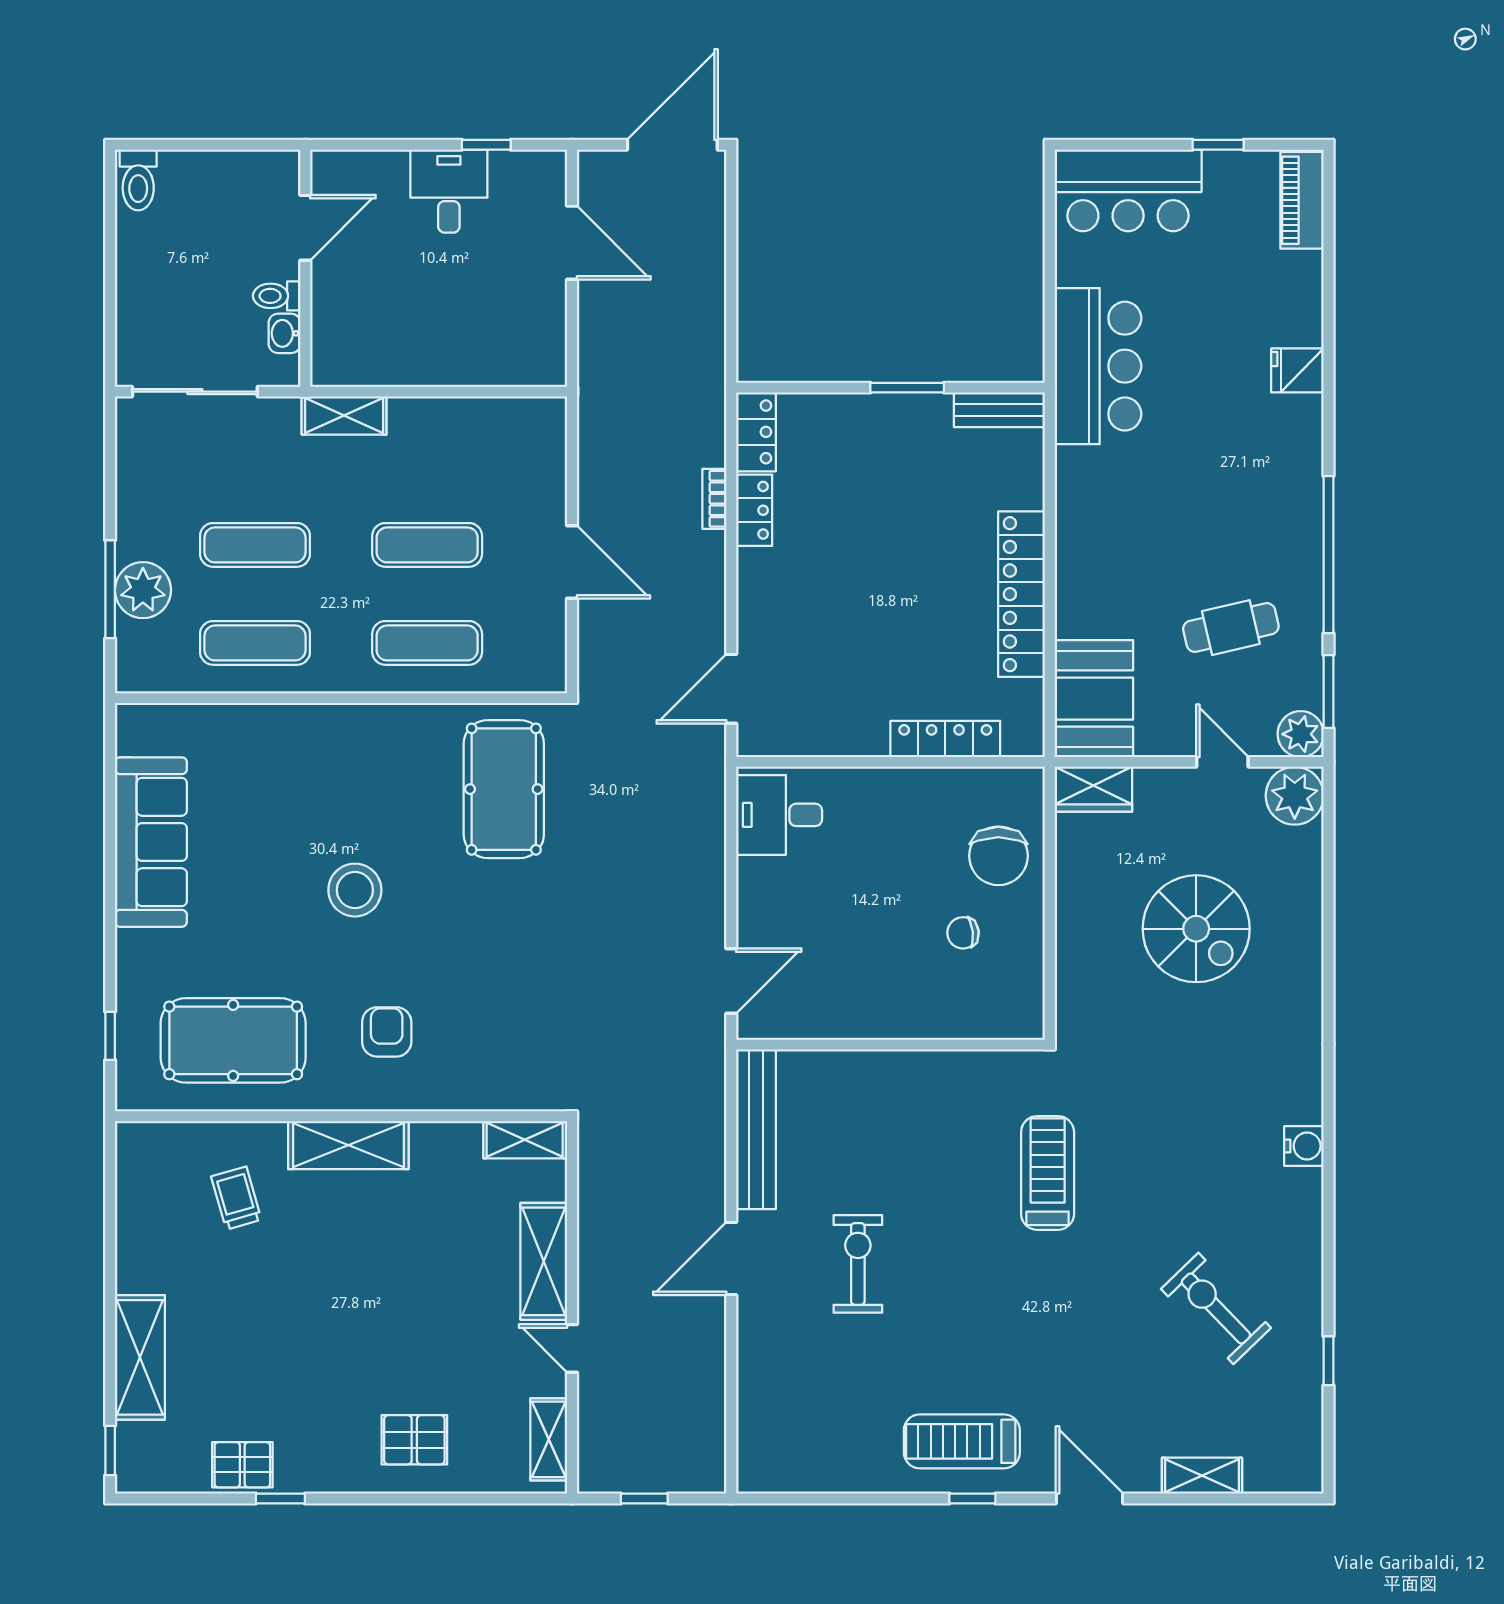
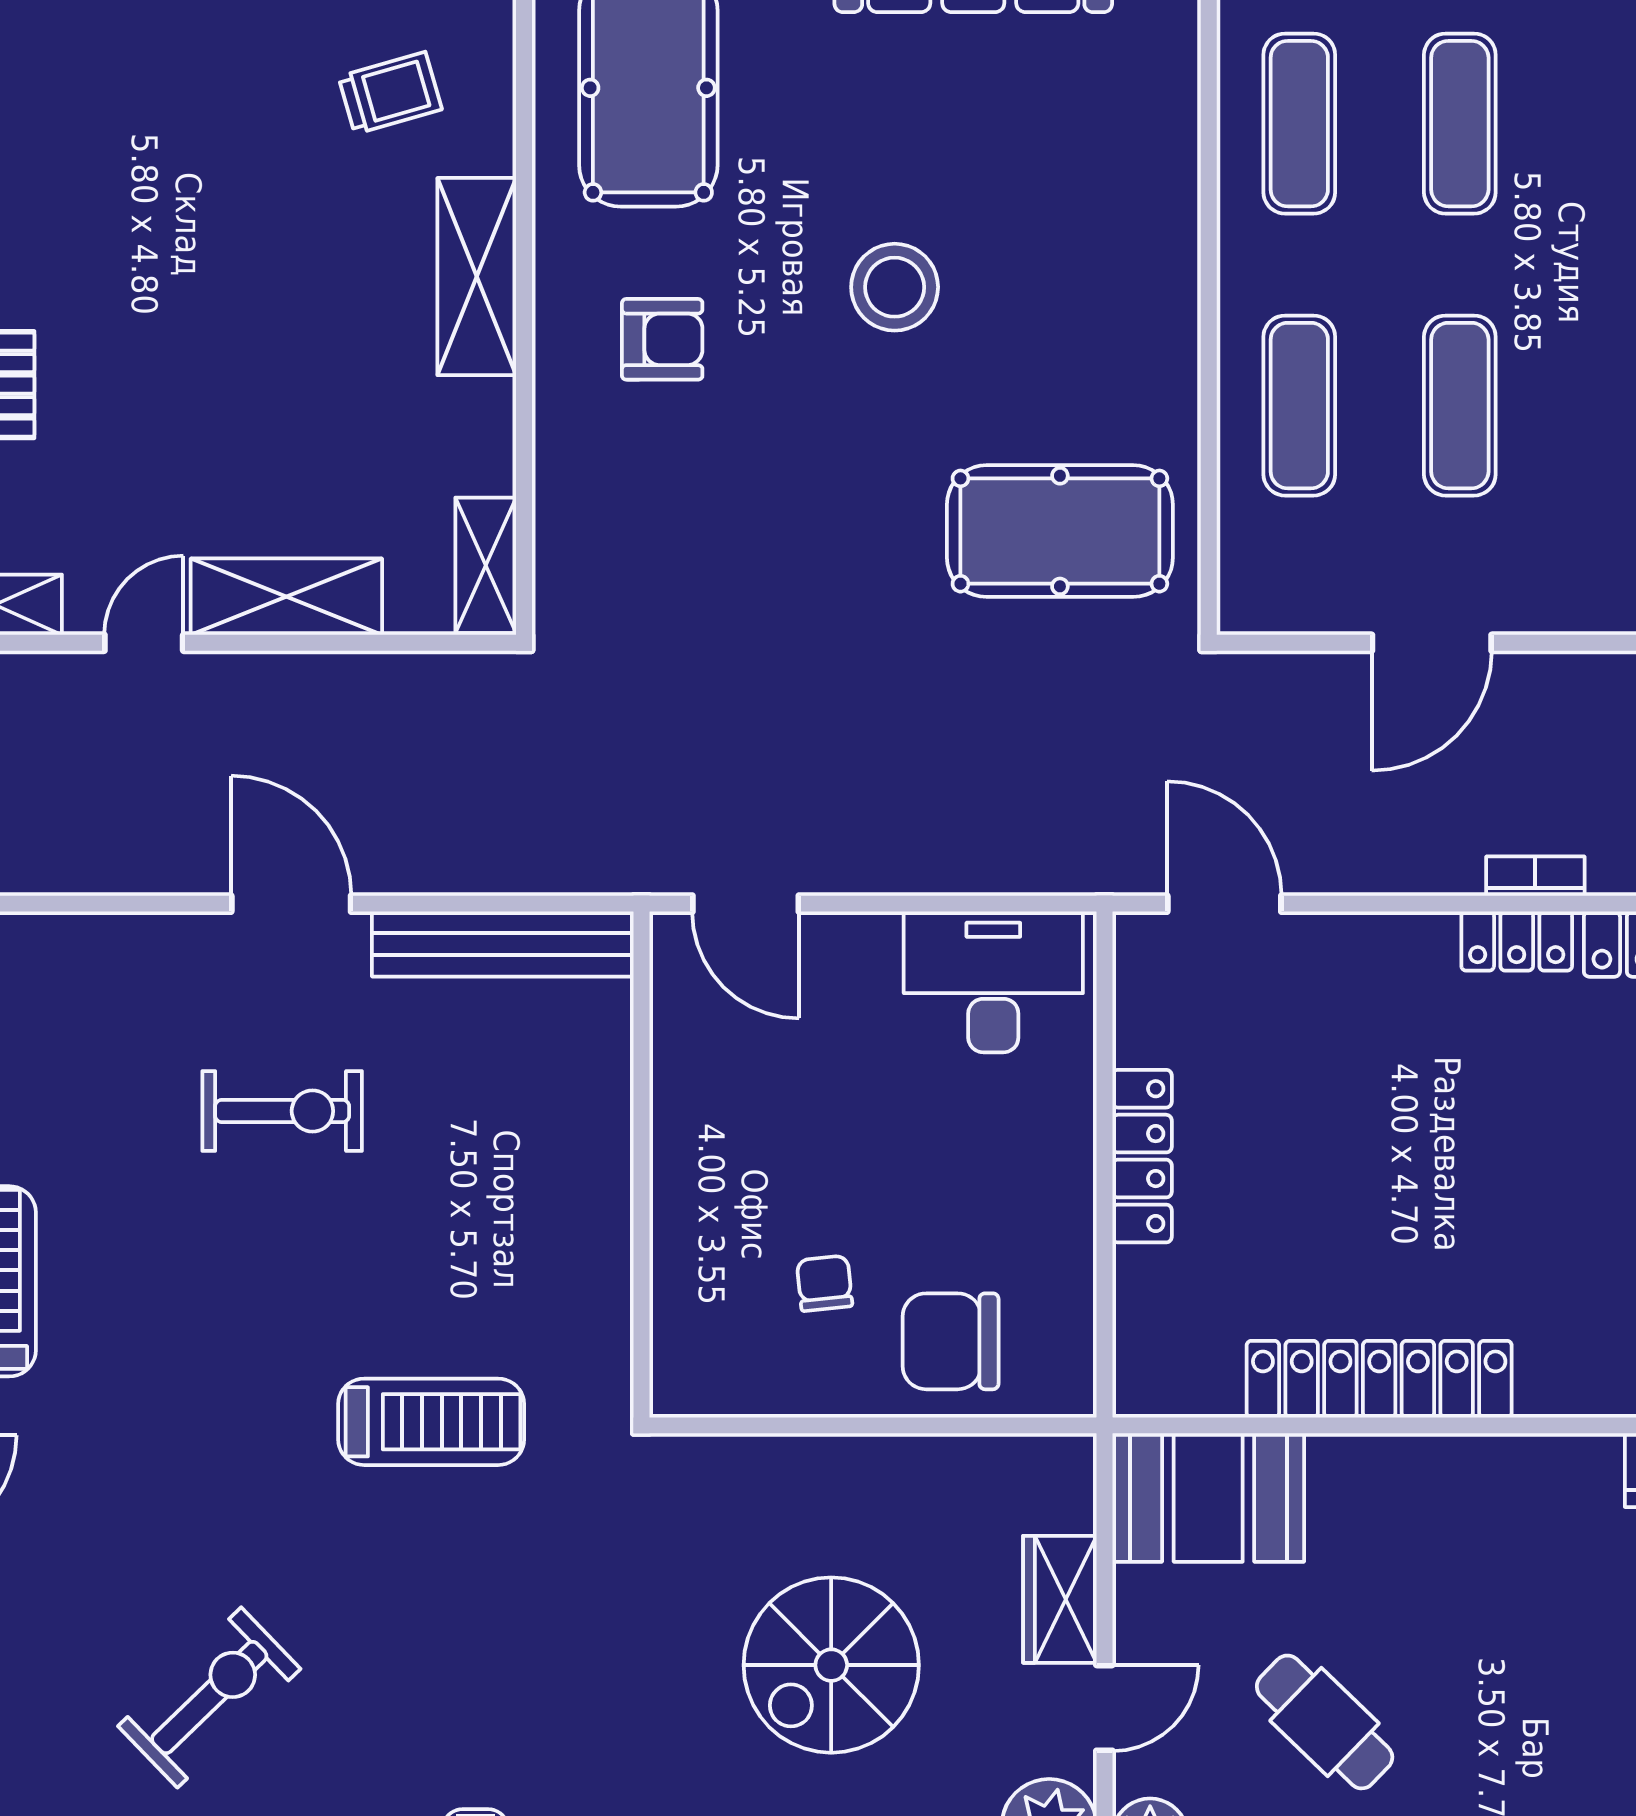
cafe table: (1231, 628) -> (1325, 1722), turned -33
locker: (945, 739) -> (1142, 1156), moved
wardrobe: (1093, 789) -> (1060, 1599), moved
desk: (779, 815) -> (993, 982), width x1.37

